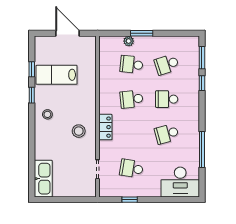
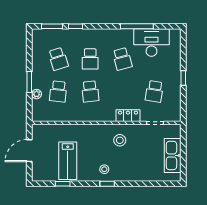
window: (32, 95) -> (107, 184), moved
locker: (105, 127) -> (128, 116), moved
kitchen sink: (43, 179) -> (173, 155), moved, turned -90
desk: (180, 182) -> (151, 43), moved, turned -90
window: (130, 200) -> (183, 78), moved

